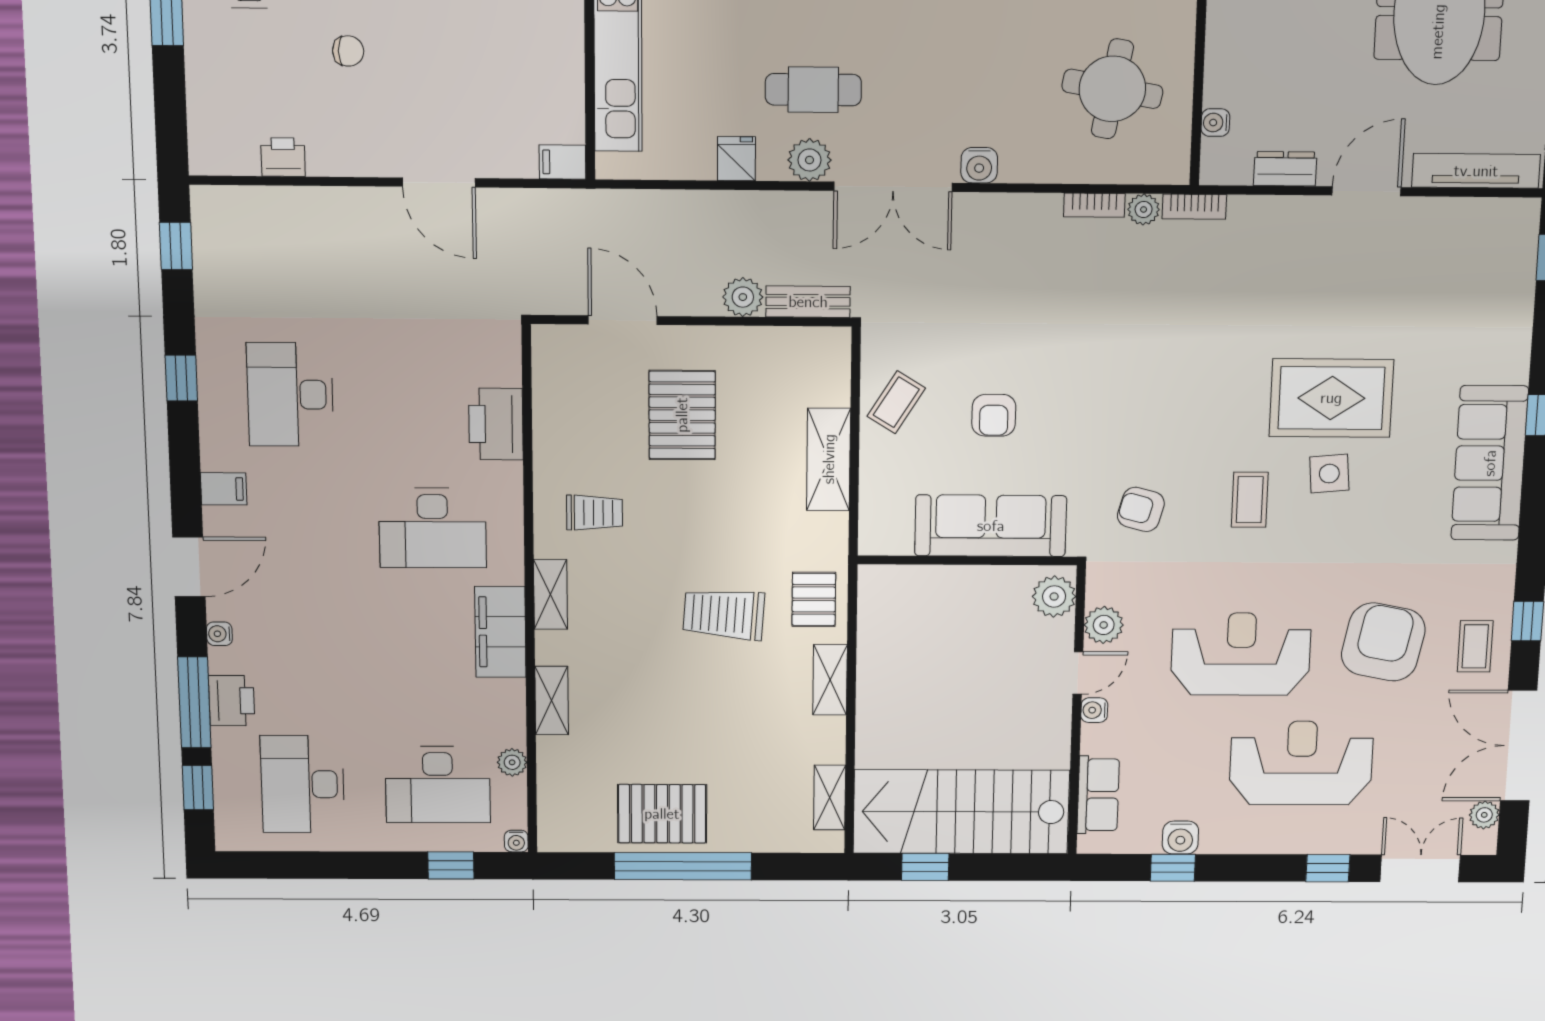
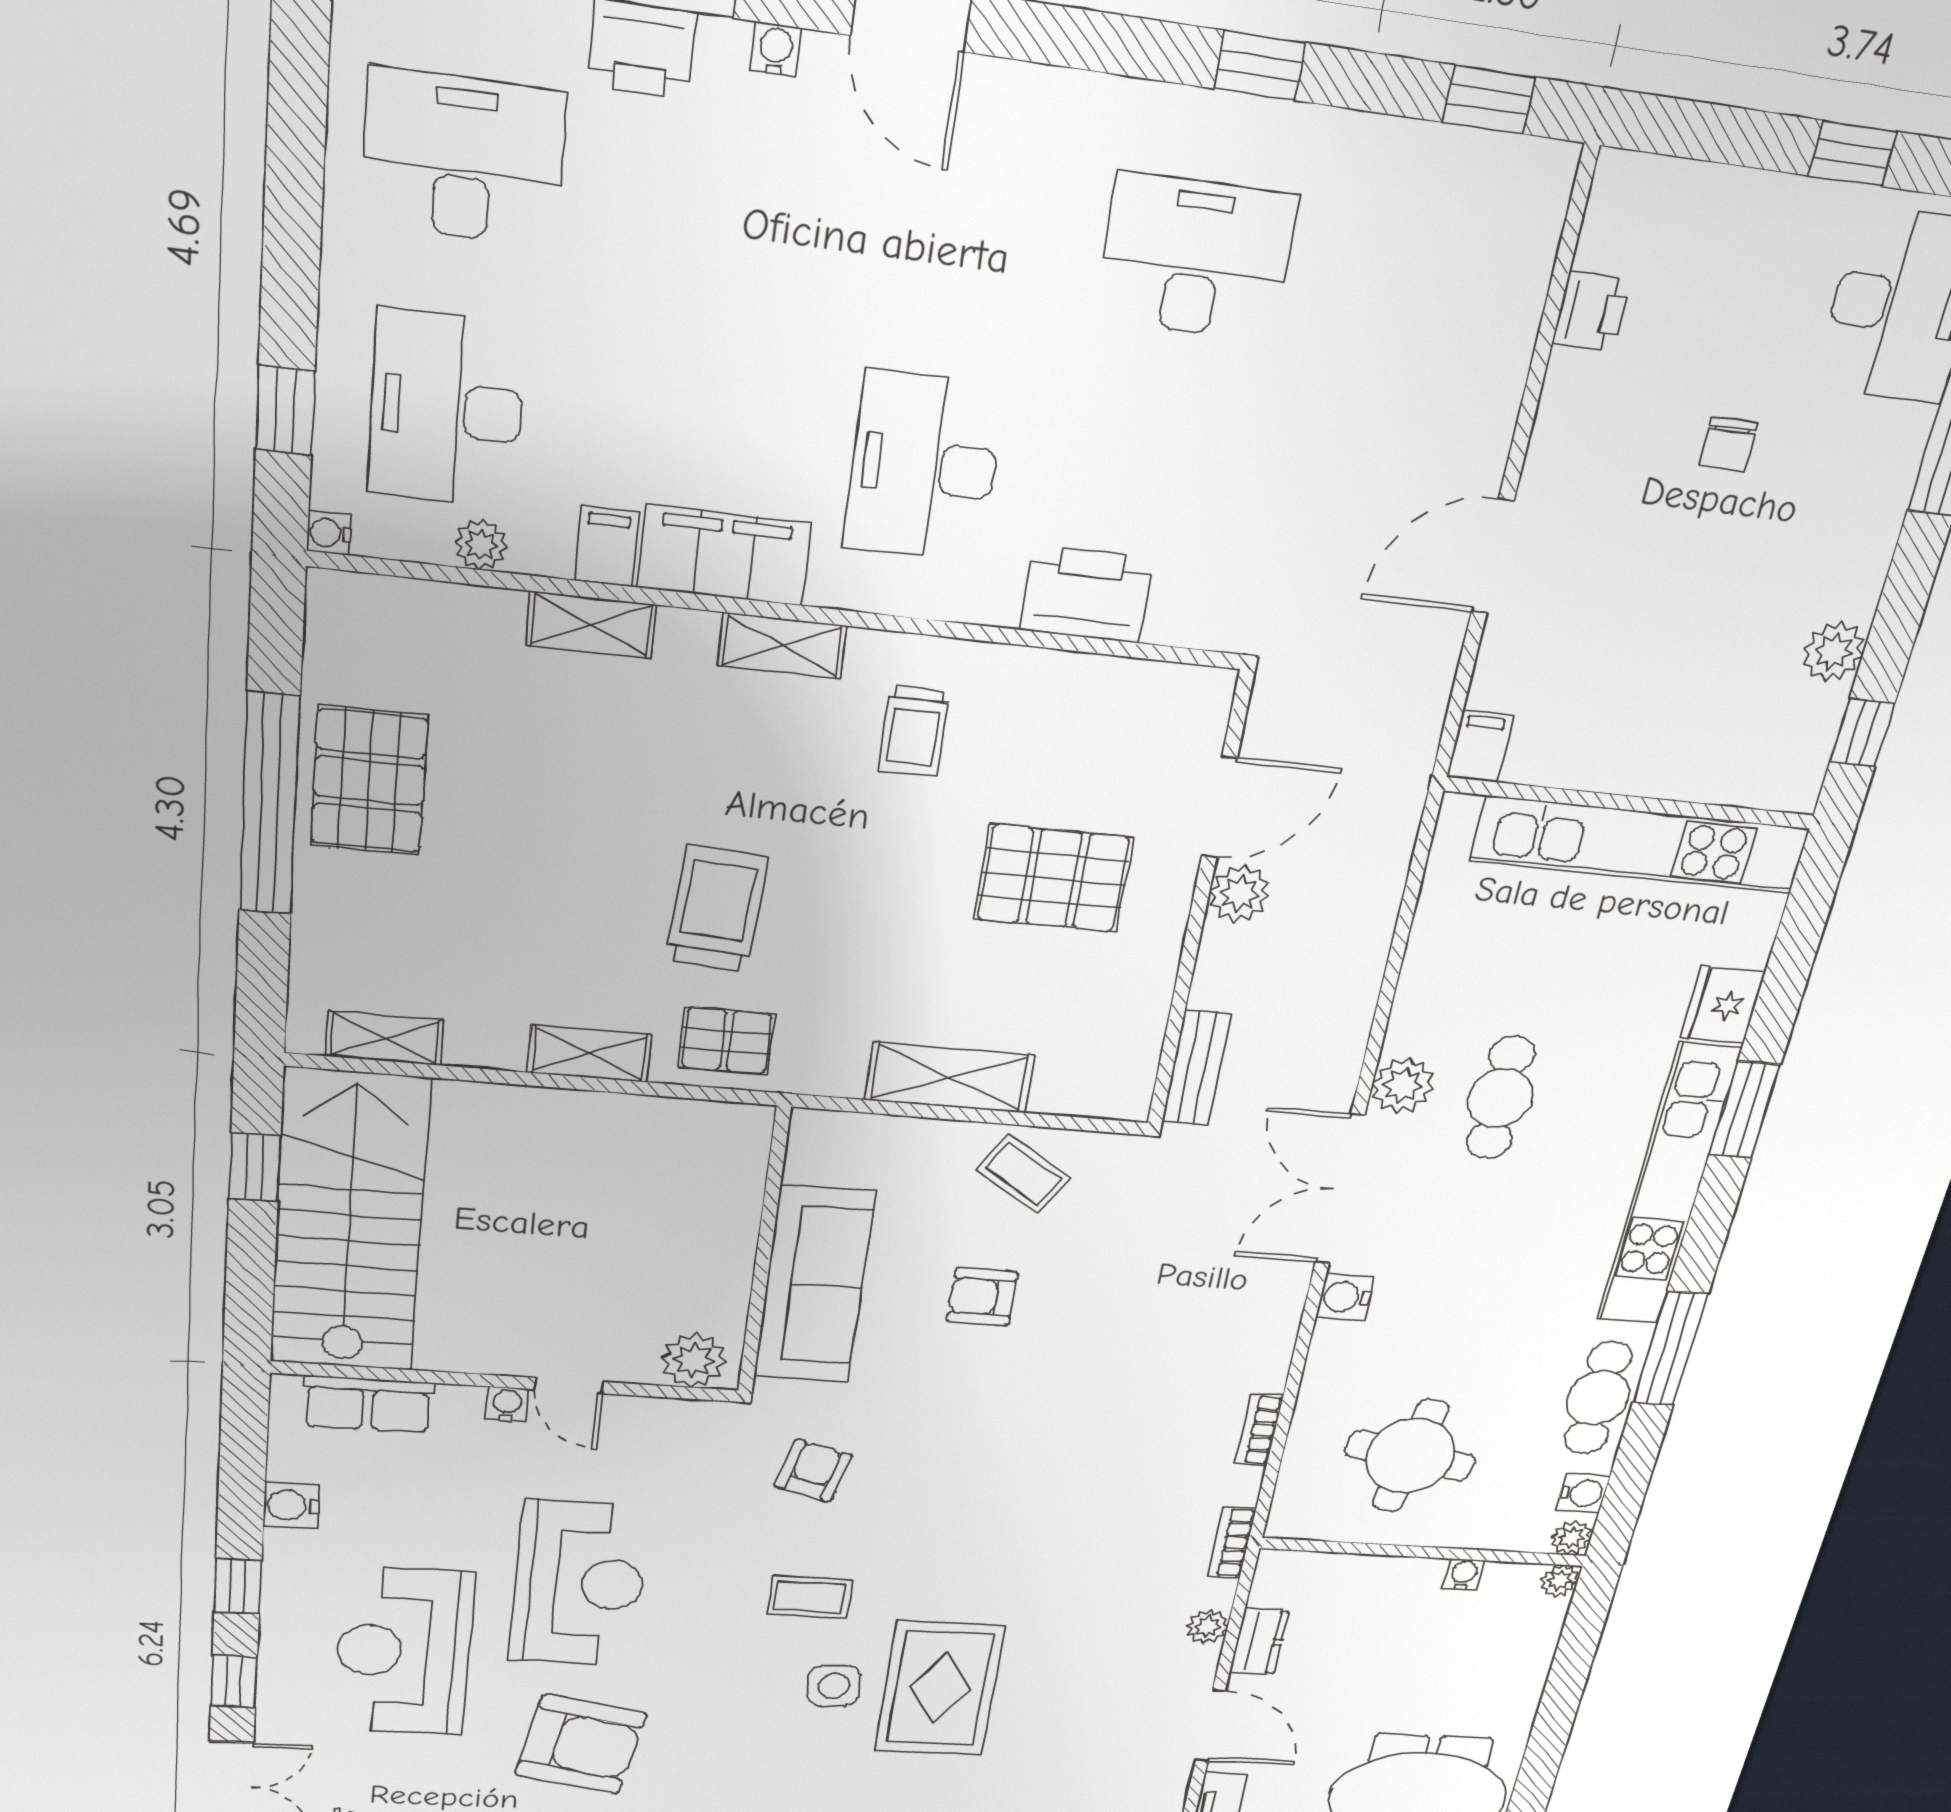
water cooler: (1215, 123) -> (1464, 1575), moved
fridge: (736, 159) -> (1427, 990), removed
plant: (1144, 209) -> (1207, 1627), moved
plant: (743, 297) -> (1239, 894), moved
filing cabinet: (224, 489) -> (607, 547), moved, turned 180
plant: (1104, 625) -> (642, 1420), removed
reception desk: (1301, 763) -> (403, 1652), turned 180
window: (1173, 868) -> (238, 1586), moved

